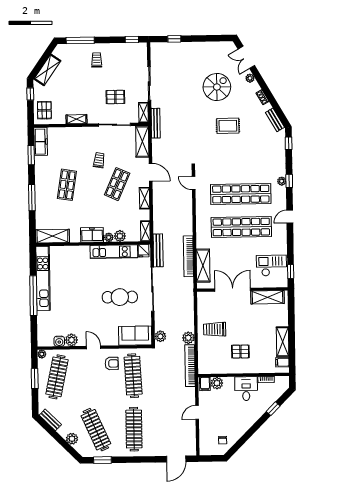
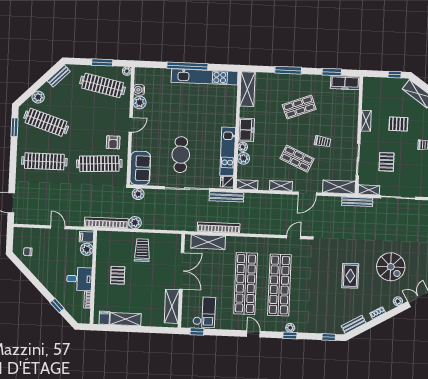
pallet: (44, 110) -> (398, 124), moved
shop shelf: (67, 185) -> (299, 107), turned -30
clothes rail: (96, 430) -> (46, 122), turned 42

